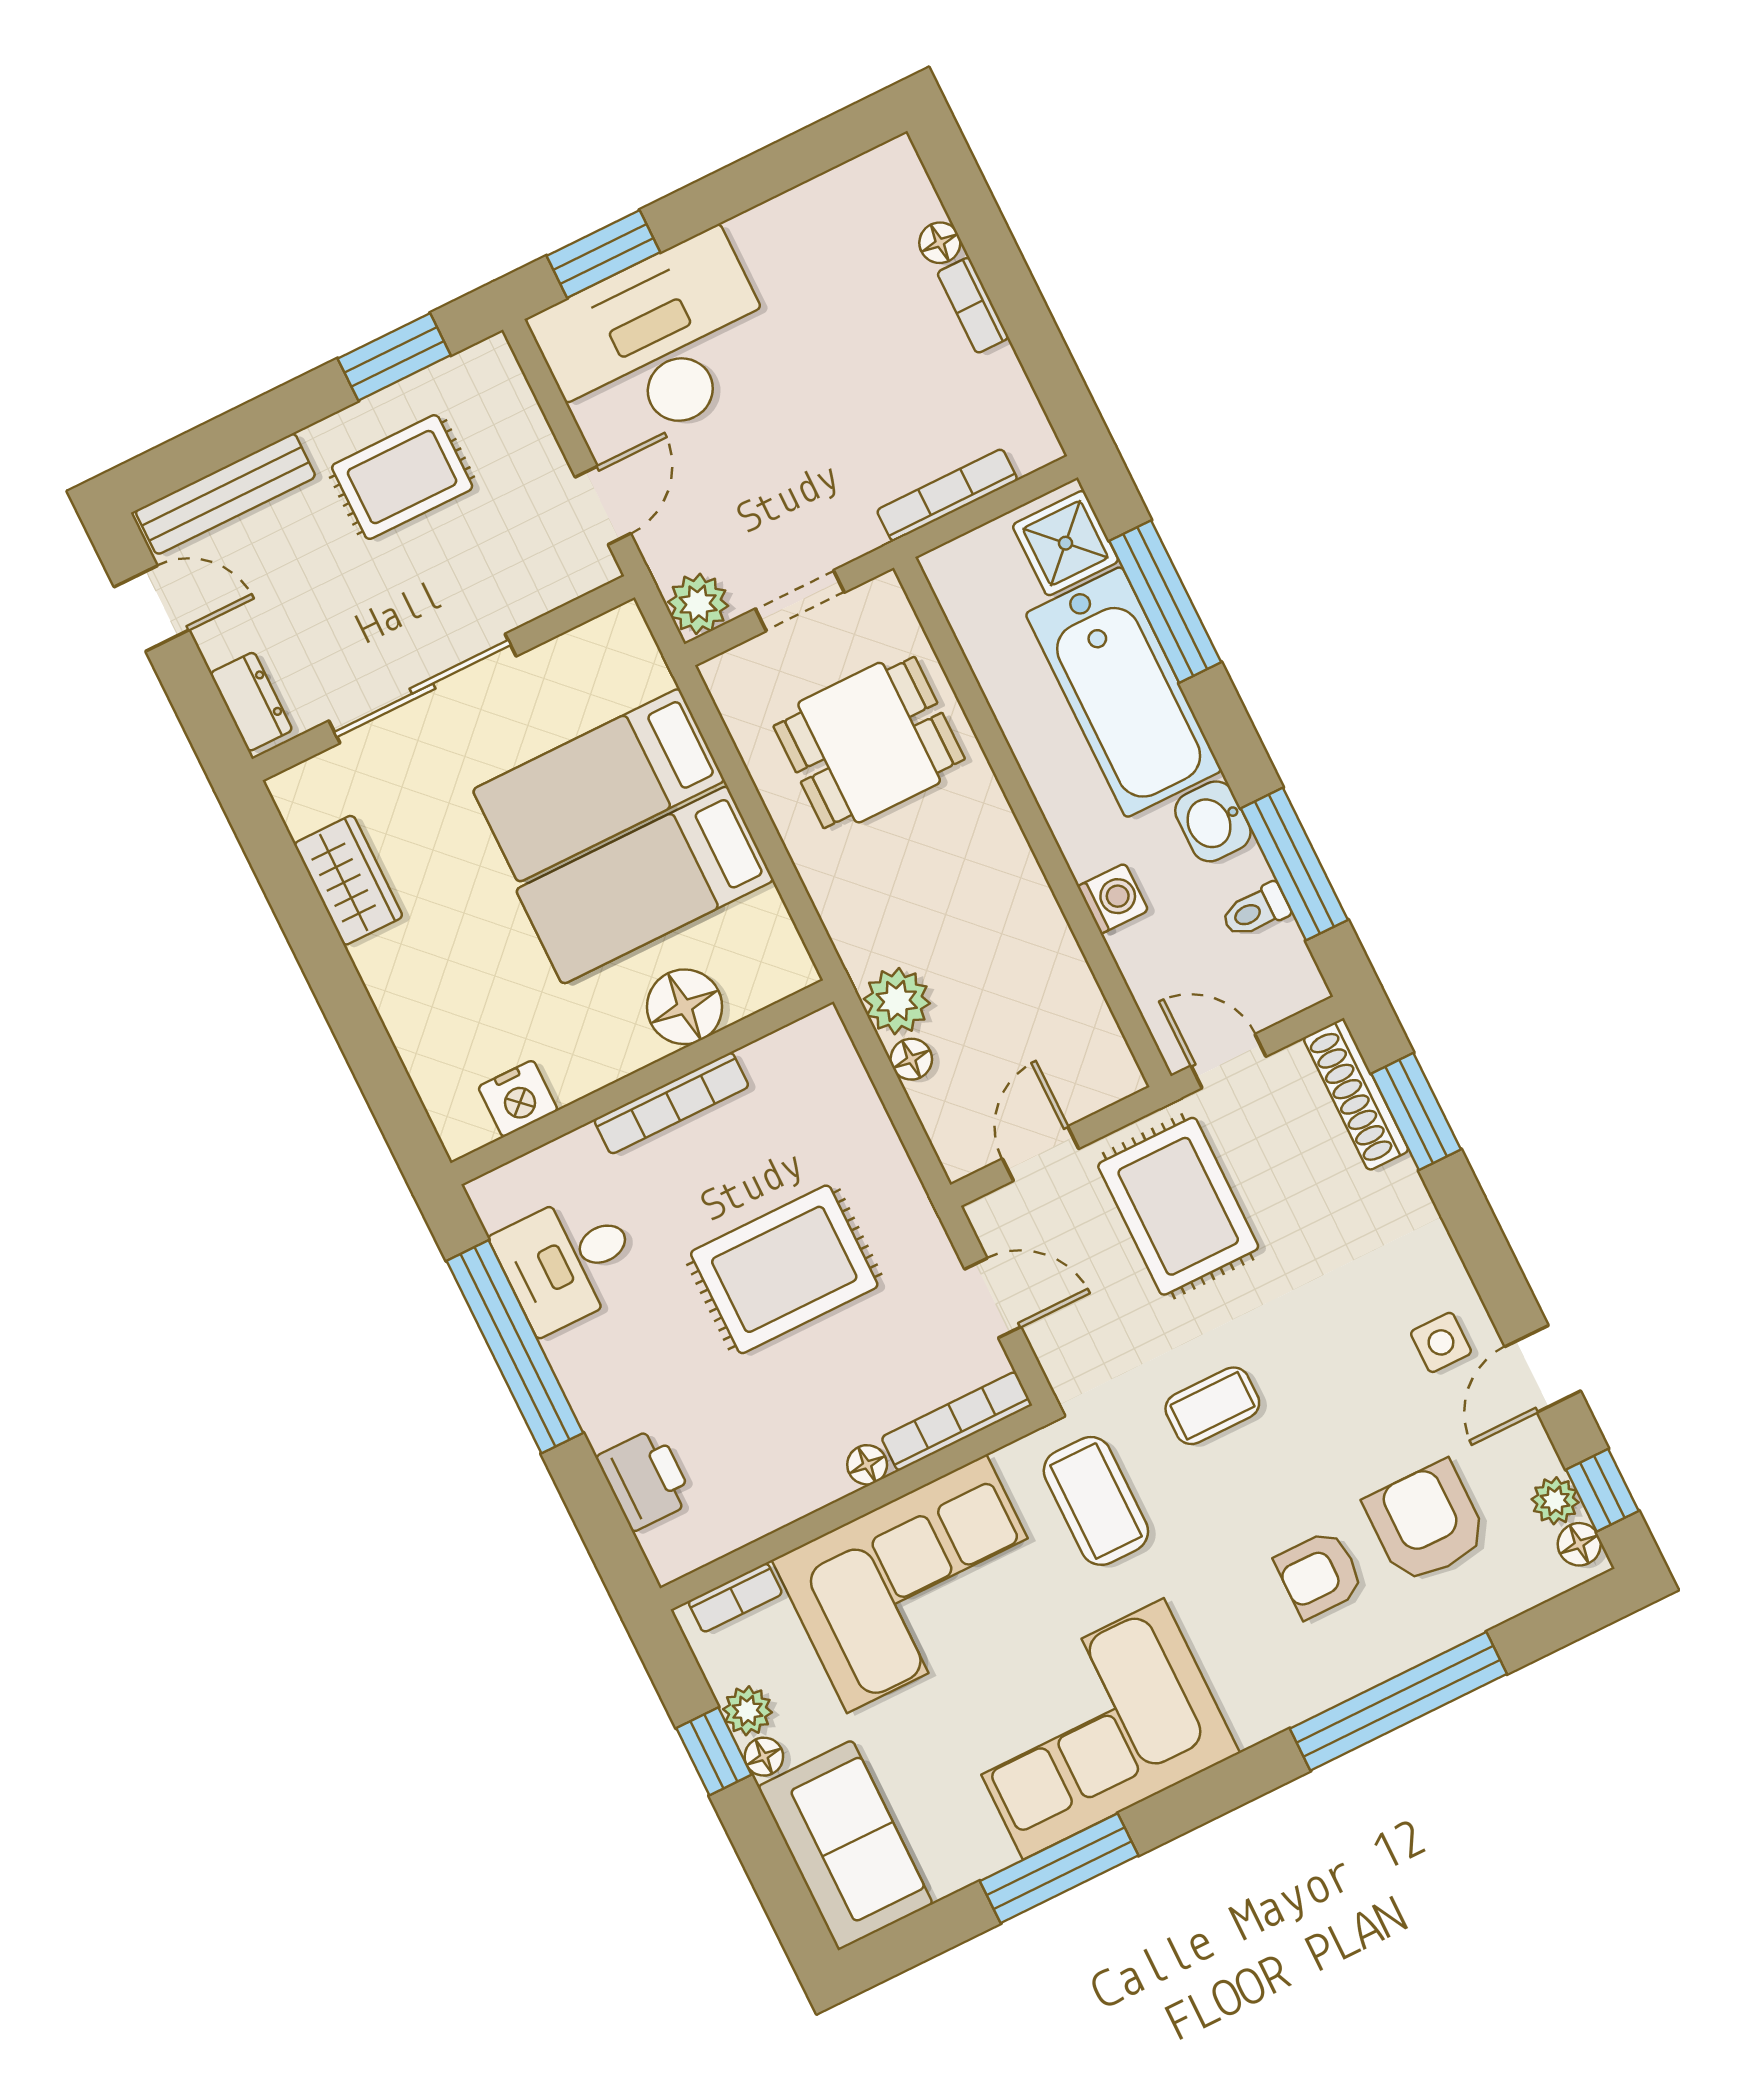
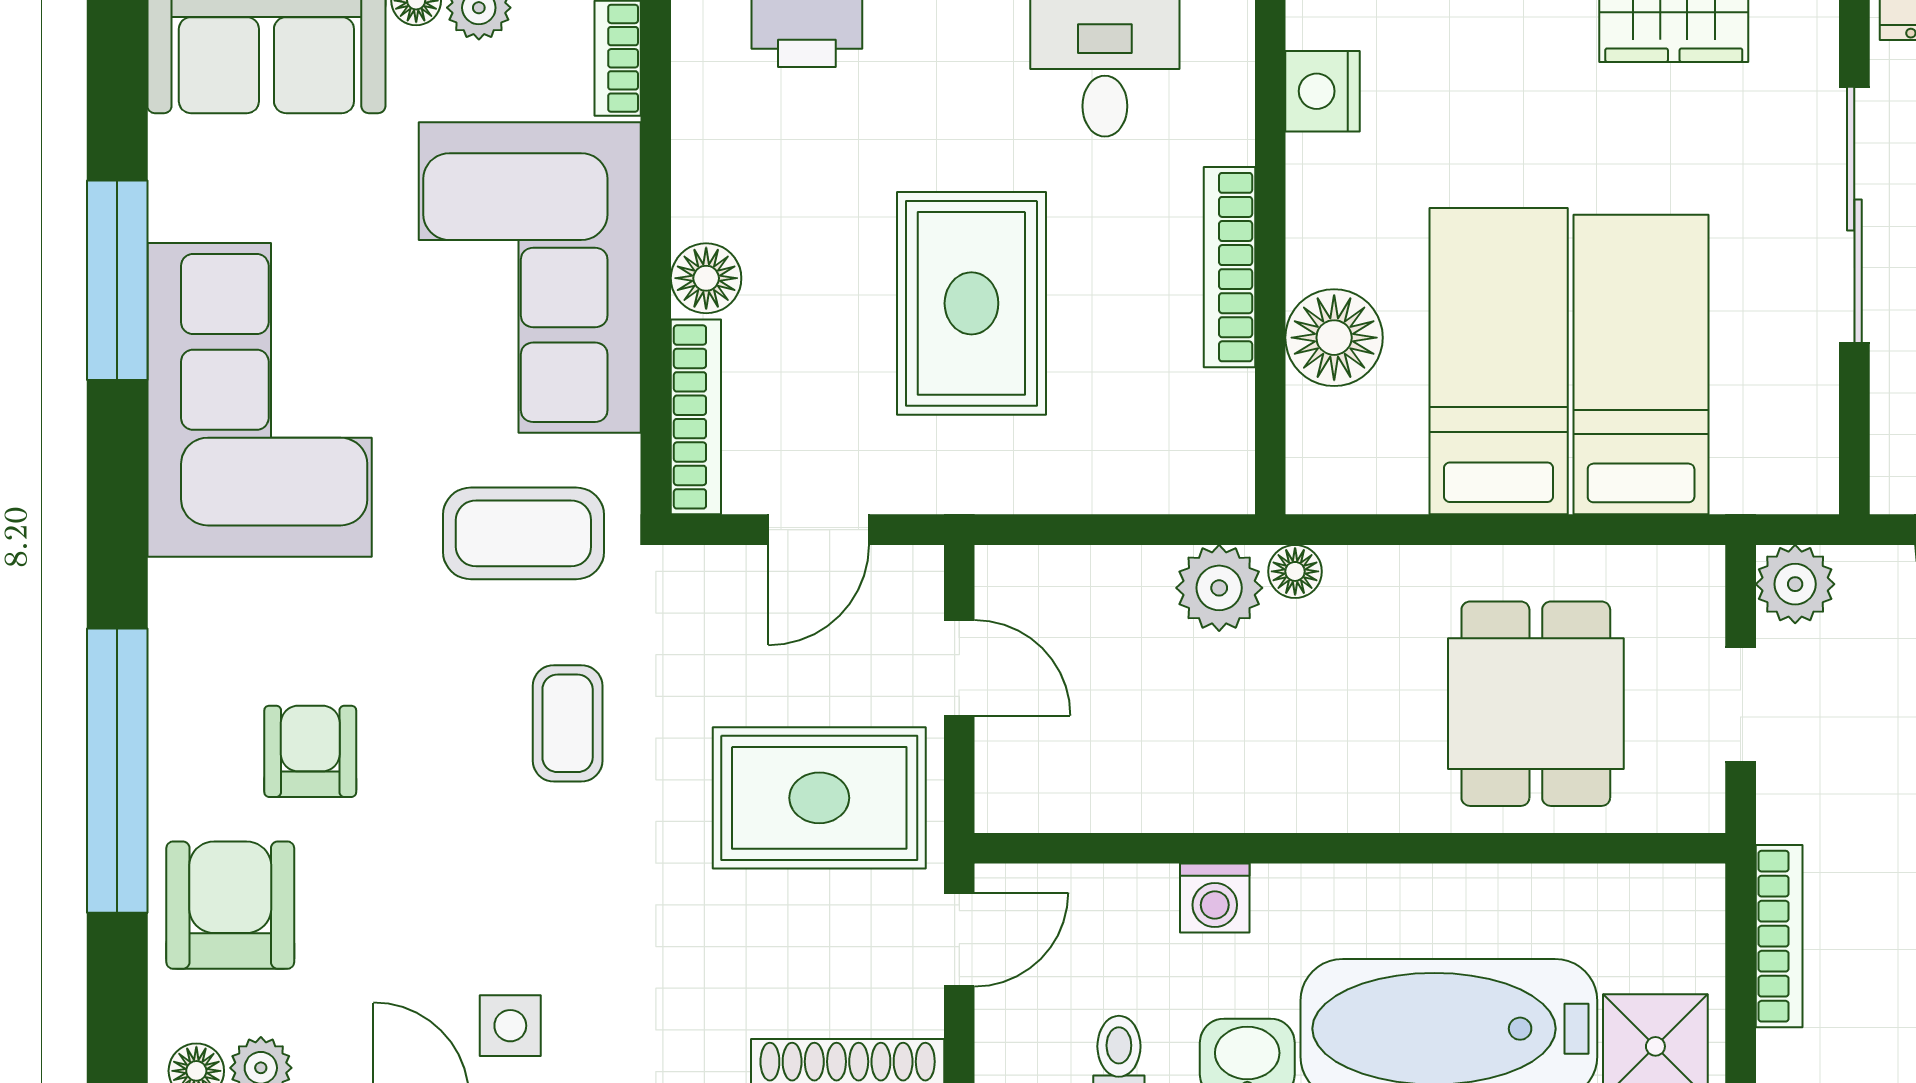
floor lamp: (911, 1059) -> (1295, 571), moved
floor lamp: (867, 1465) -> (706, 278), width x1.37, depth x1.37
armchair: (1426, 1522) -> (230, 905), moved, turned -90

